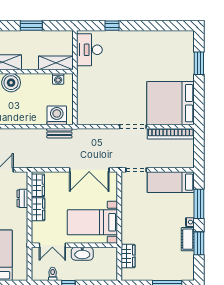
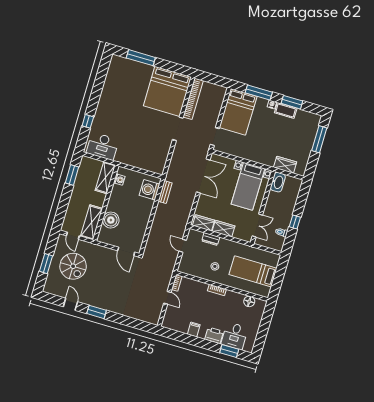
window: (31, 26) -> (72, 175), moved
window: (199, 63) -> (141, 58), width x1.44
bed: (171, 182) -> (238, 112), width x1.50
washbasin: (82, 254) -> (278, 182), moved

